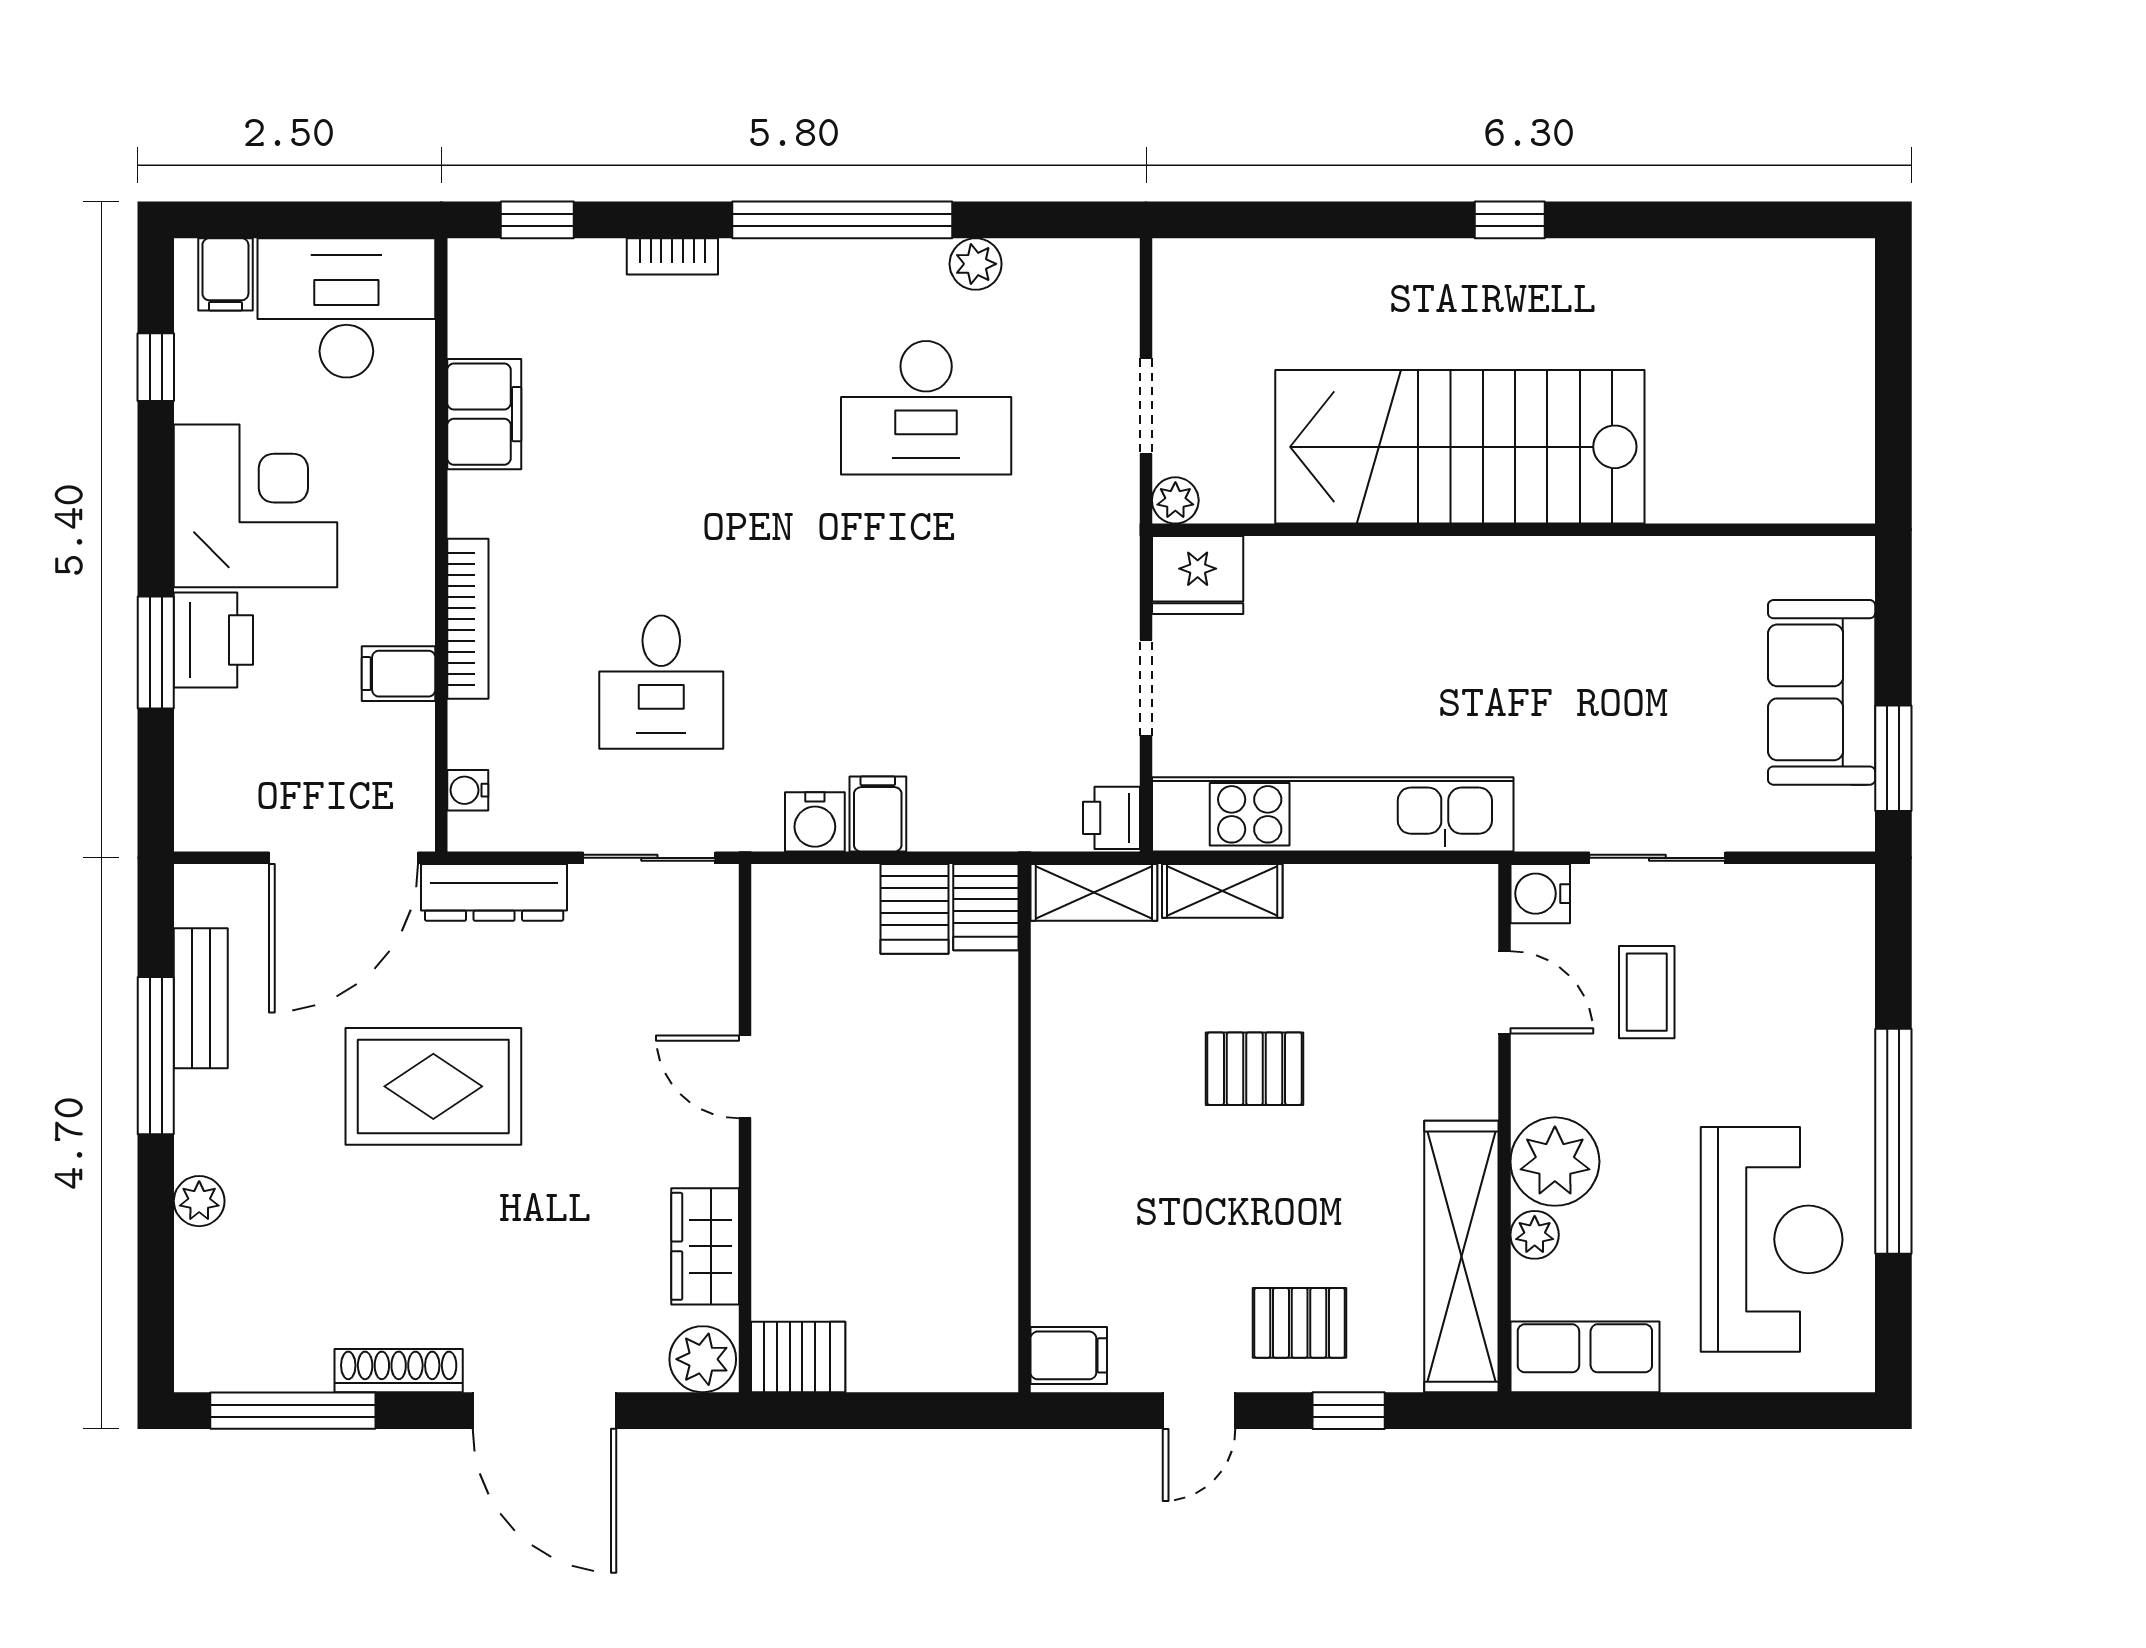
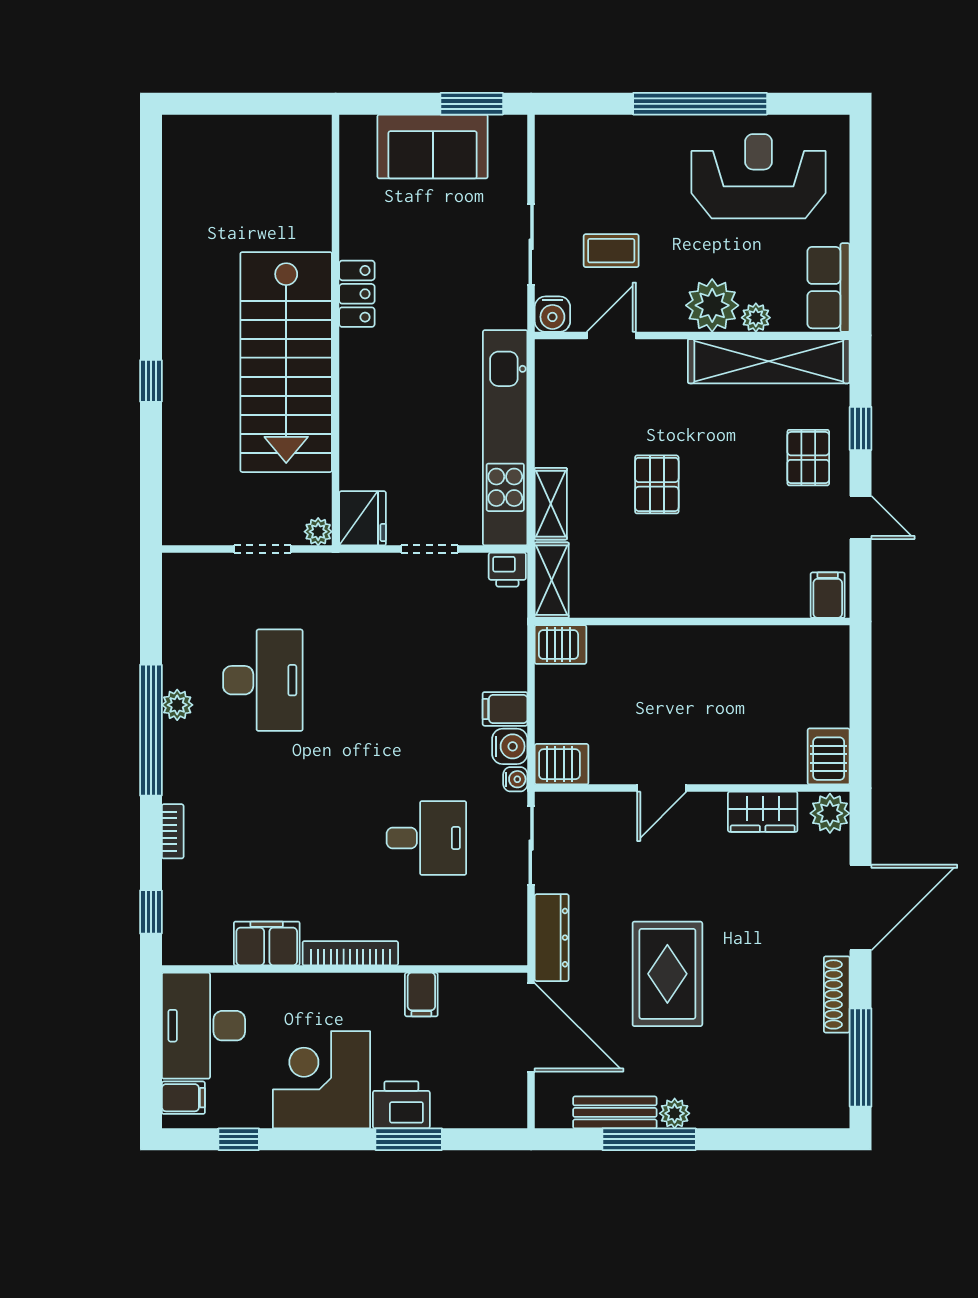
window: (1510, 220) -> (151, 381), moved
plant: (976, 264) -> (177, 705), moved
locker: (1574, 565) -> (357, 294), added
bookcase: (468, 619) -> (350, 953), moved
water cooler: (468, 790) -> (515, 779), moved, turned -90
server rack: (914, 909) -> (562, 764), moved
plant: (199, 1201) -> (675, 1113), moved

